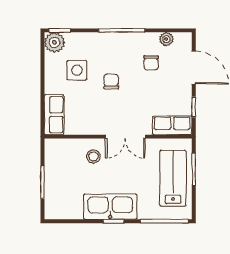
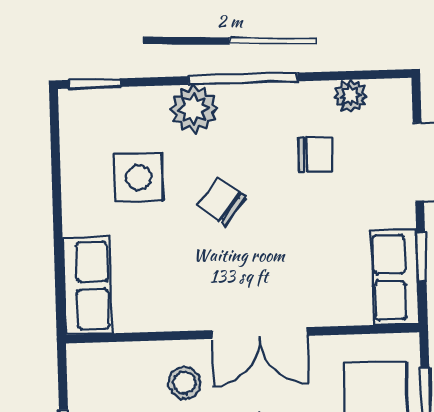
plant: (54, 42) -> (194, 109), moved
chair: (151, 63) -> (316, 154), turned -90
chair: (111, 81) -> (222, 202), turned -53
row of seats: (172, 125) -> (395, 277), moved, turned -90

